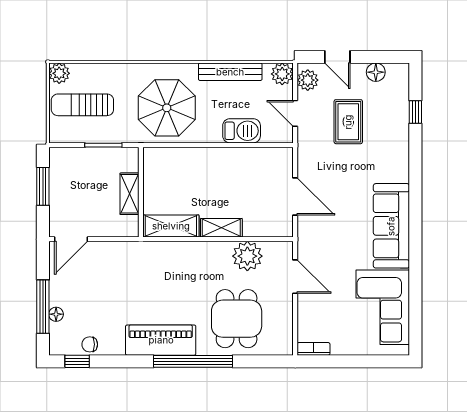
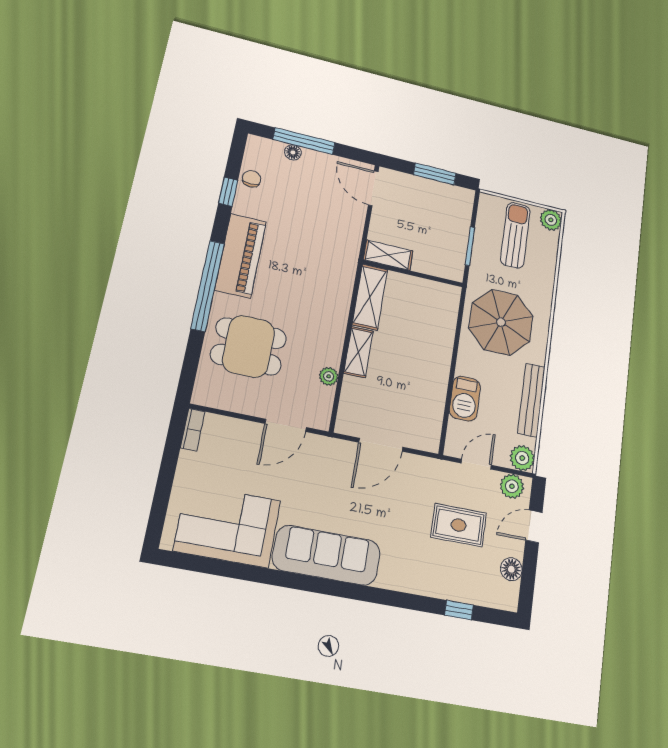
shelving: (130, 194) -> (388, 255), moved
plant: (247, 256) -> (329, 376), width x0.53, depth x0.53
window: (77, 361) -> (228, 192), moved

